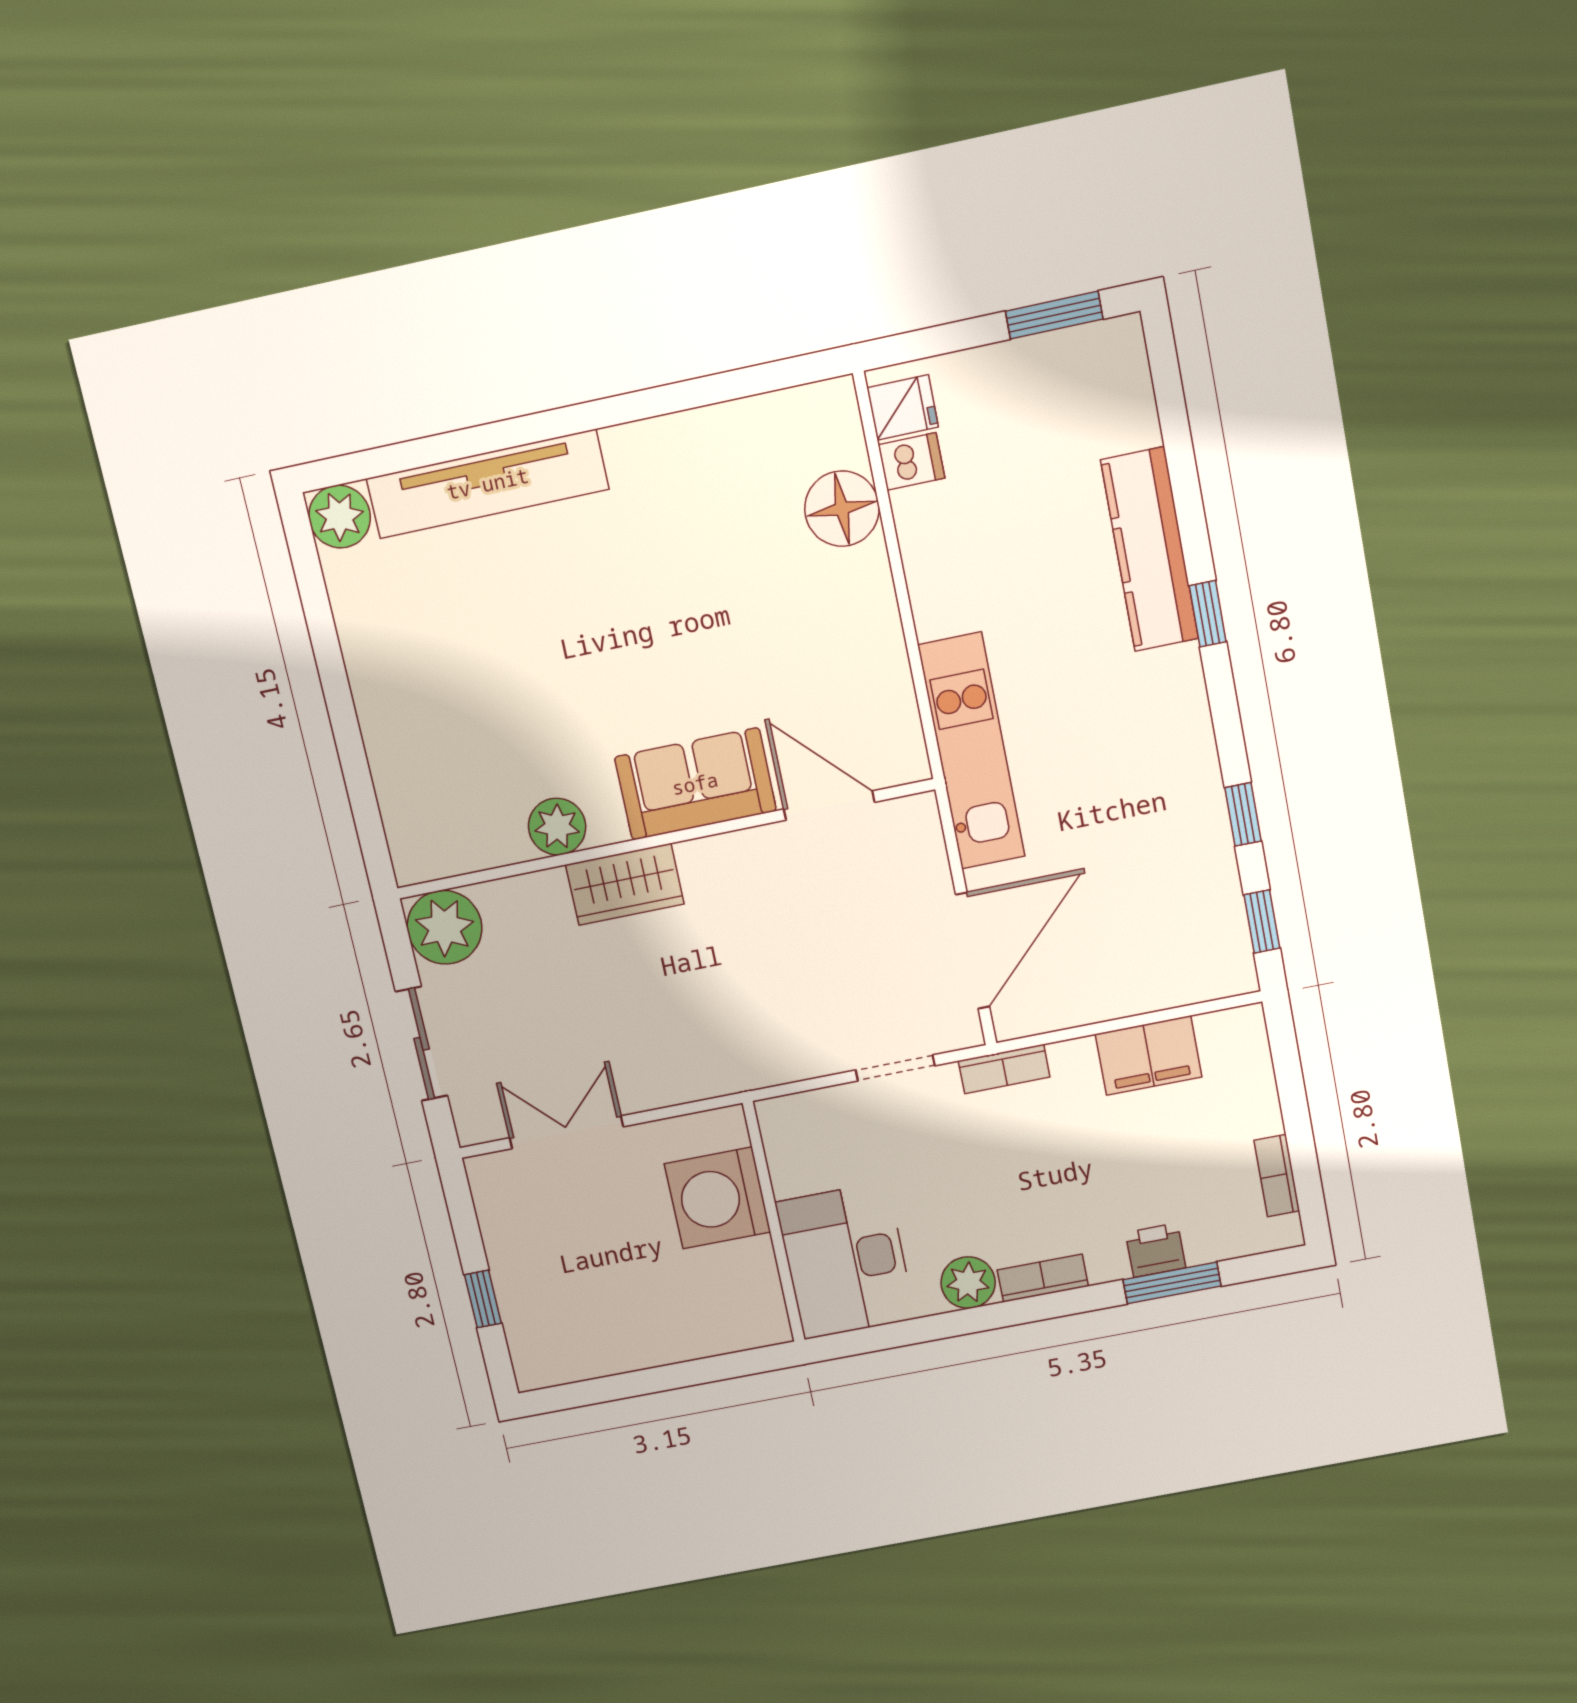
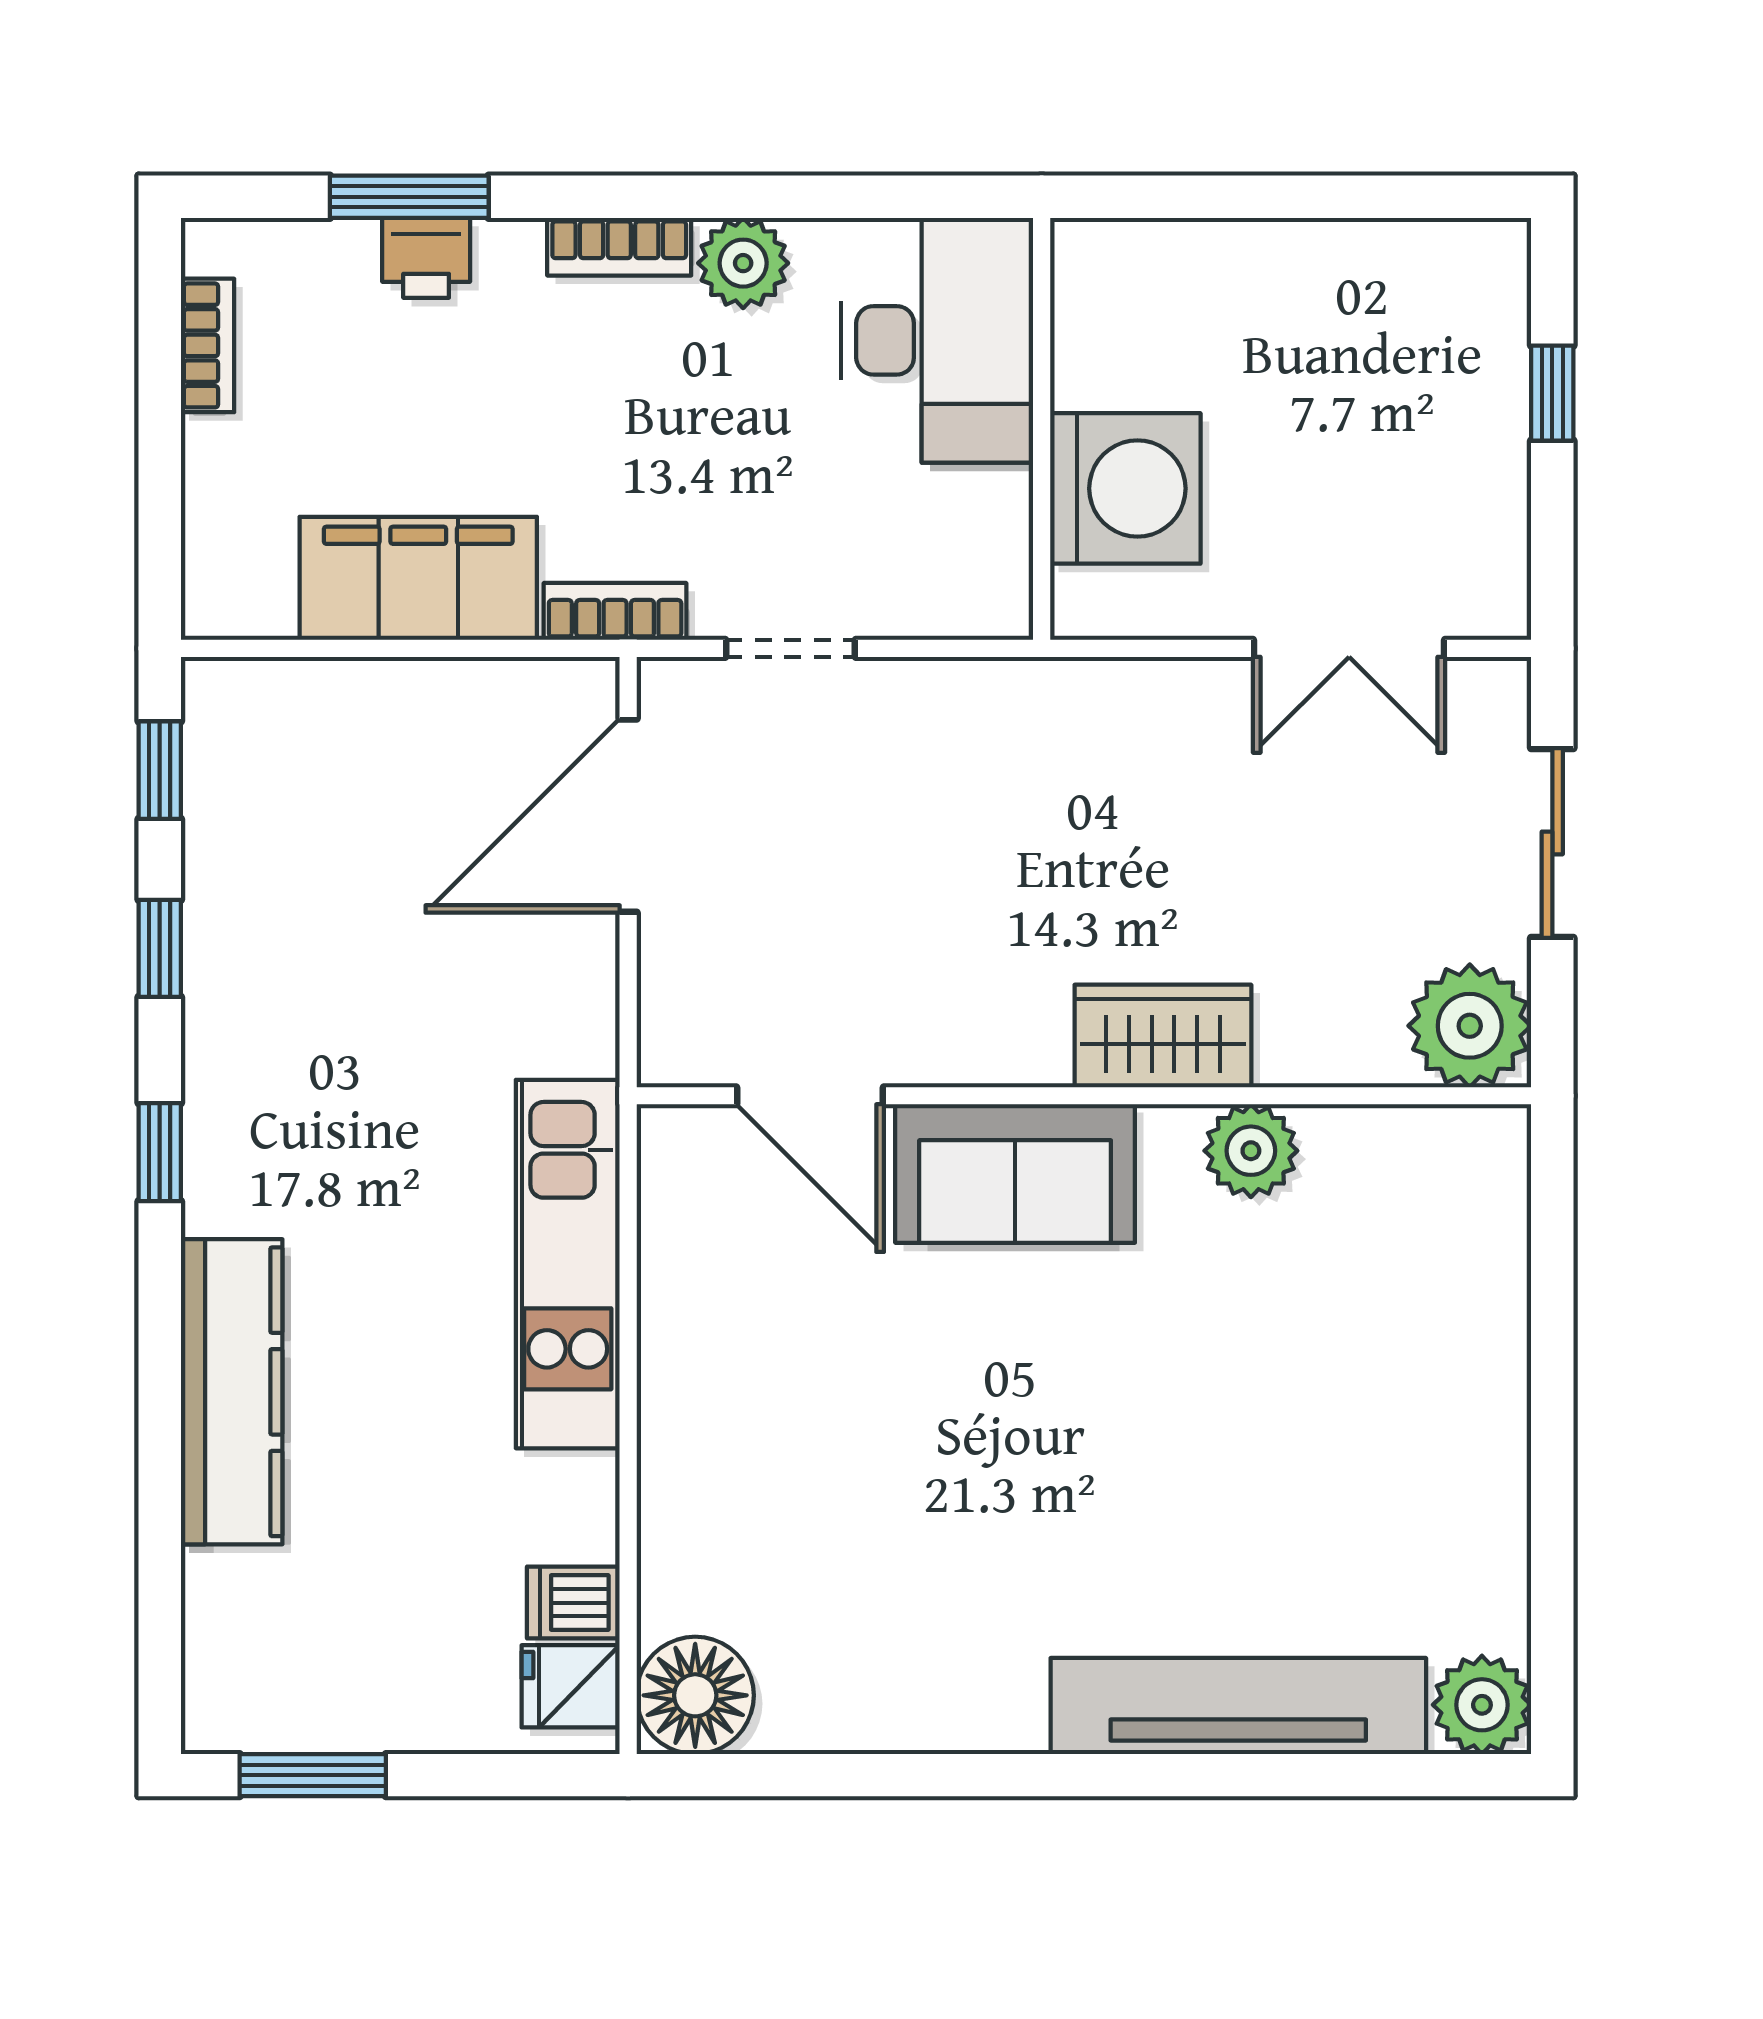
floor lamp: (842, 509) -> (695, 1695), moved
window: (1208, 614) -> (160, 1152), moved
kitchen unit: (972, 751) -> (568, 1264), moved
filing cabinet: (1148, 1055) -> (418, 578), width x1.50, depth x1.17

